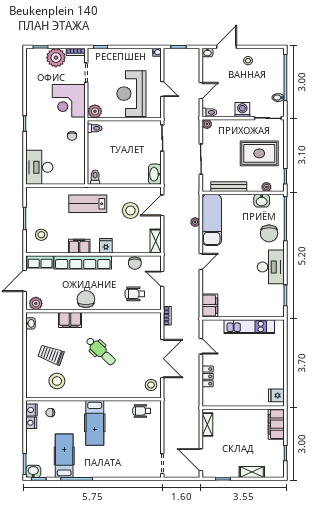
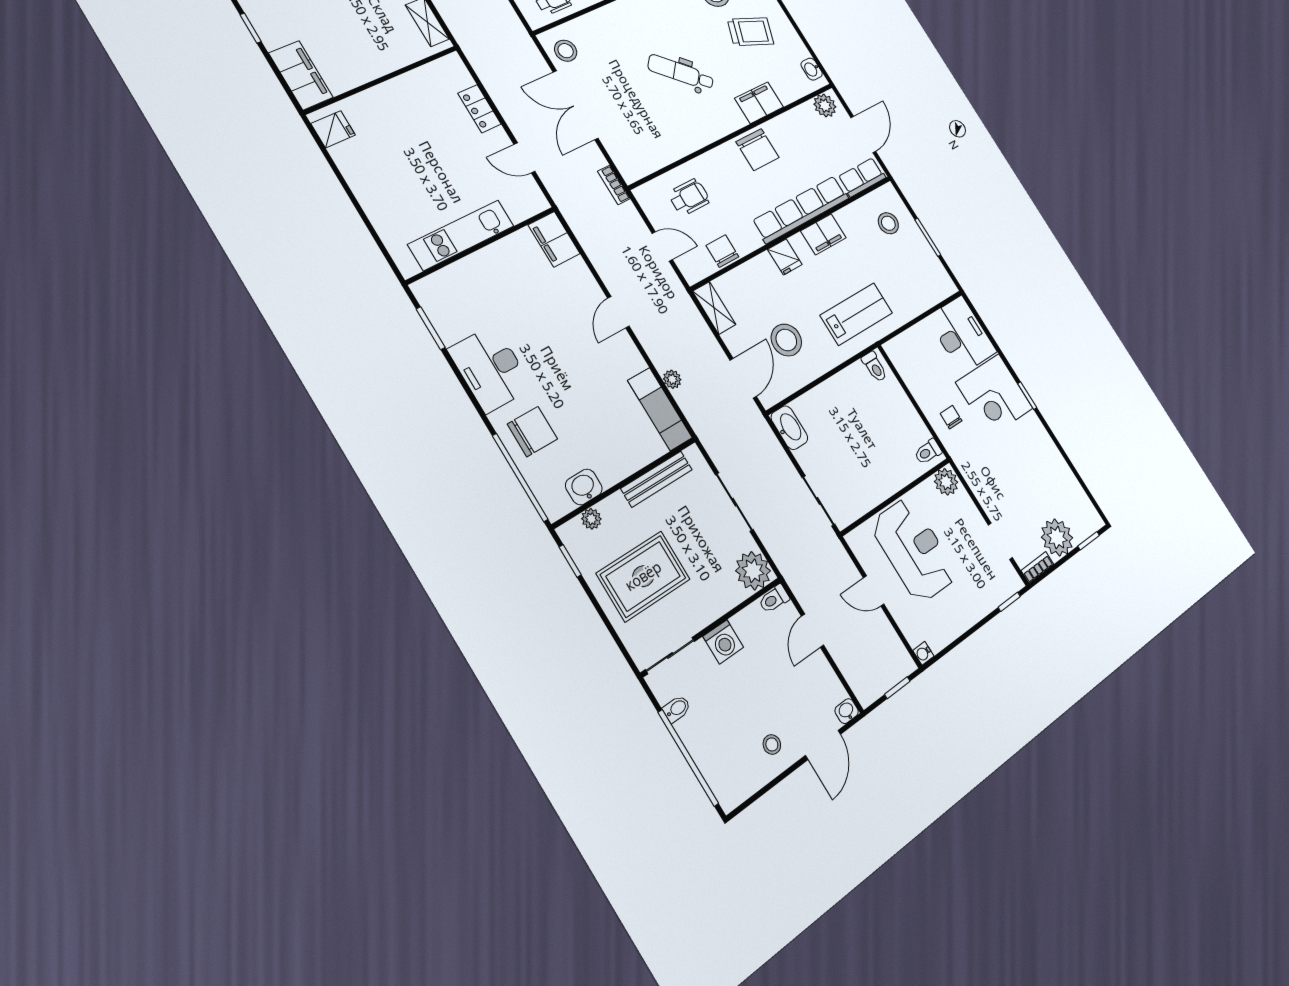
corner desk: (69, 101) -> (994, 395), moved, turned 180
plant: (207, 124) -> (753, 571), width x1.88, depth x1.88
exam couch: (212, 220) -> (660, 409), width x0.73, depth x0.69
chair: (269, 233) -> (532, 432), turned 90

